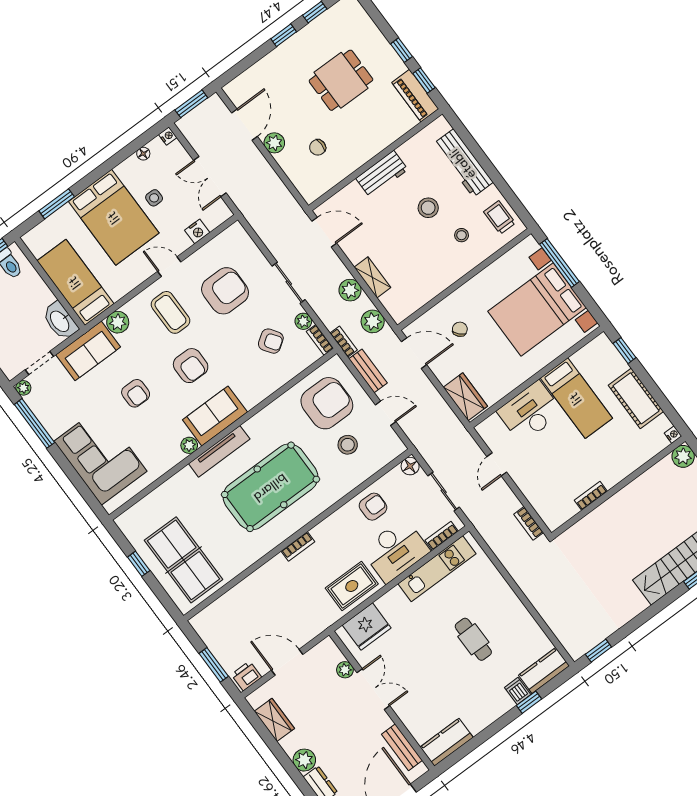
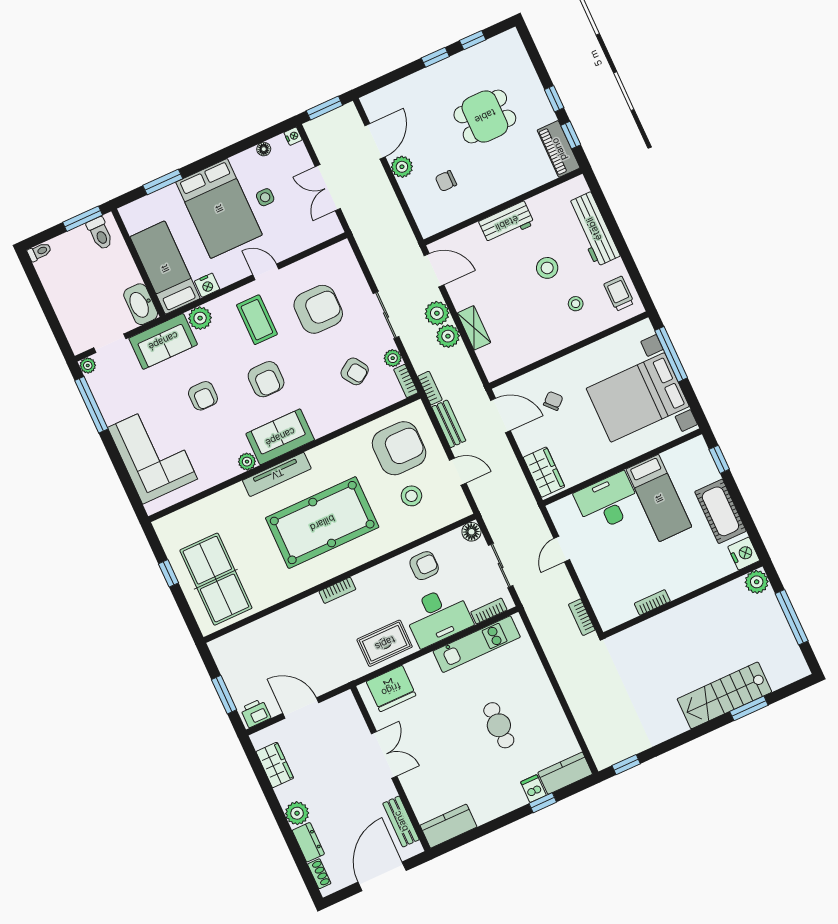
nightstand: (197, 231) -> (207, 285), moved
plant: (373, 321) -> (437, 313), moved
nightstand: (673, 435) -> (744, 554), width x1.89, depth x1.79
plant: (345, 670) -> (359, 729), removed

